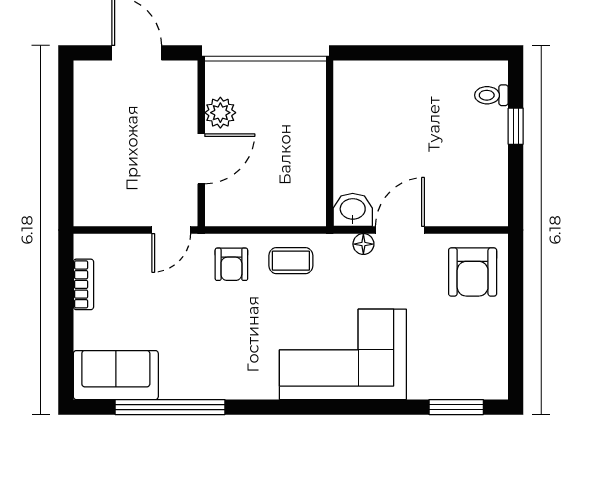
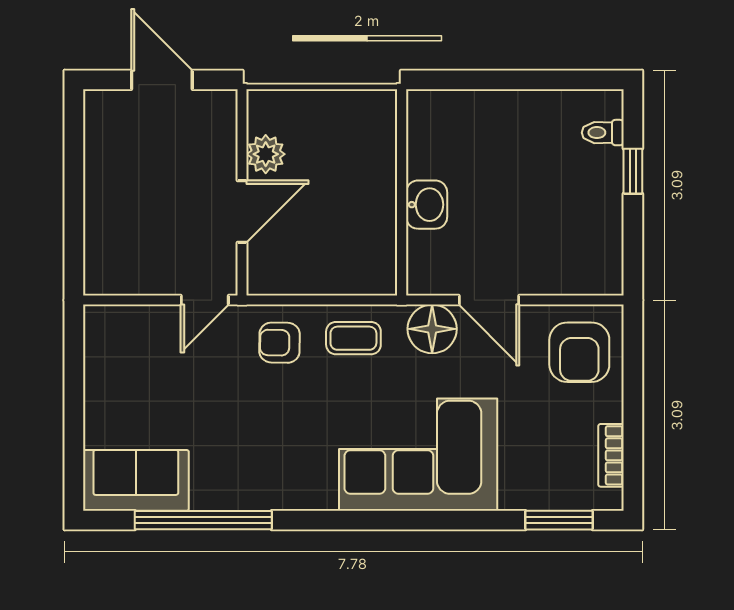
washbasin: (353, 210) -> (427, 205), moved, turned 90
door: (400, 230) -> (489, 300), swing flipped
floor lamp: (363, 244) -> (432, 329), width x1.89, depth x1.89
armchair: (231, 264) -> (280, 343), turned 91
bookcase: (84, 284) -> (611, 455), moved, turned 180

